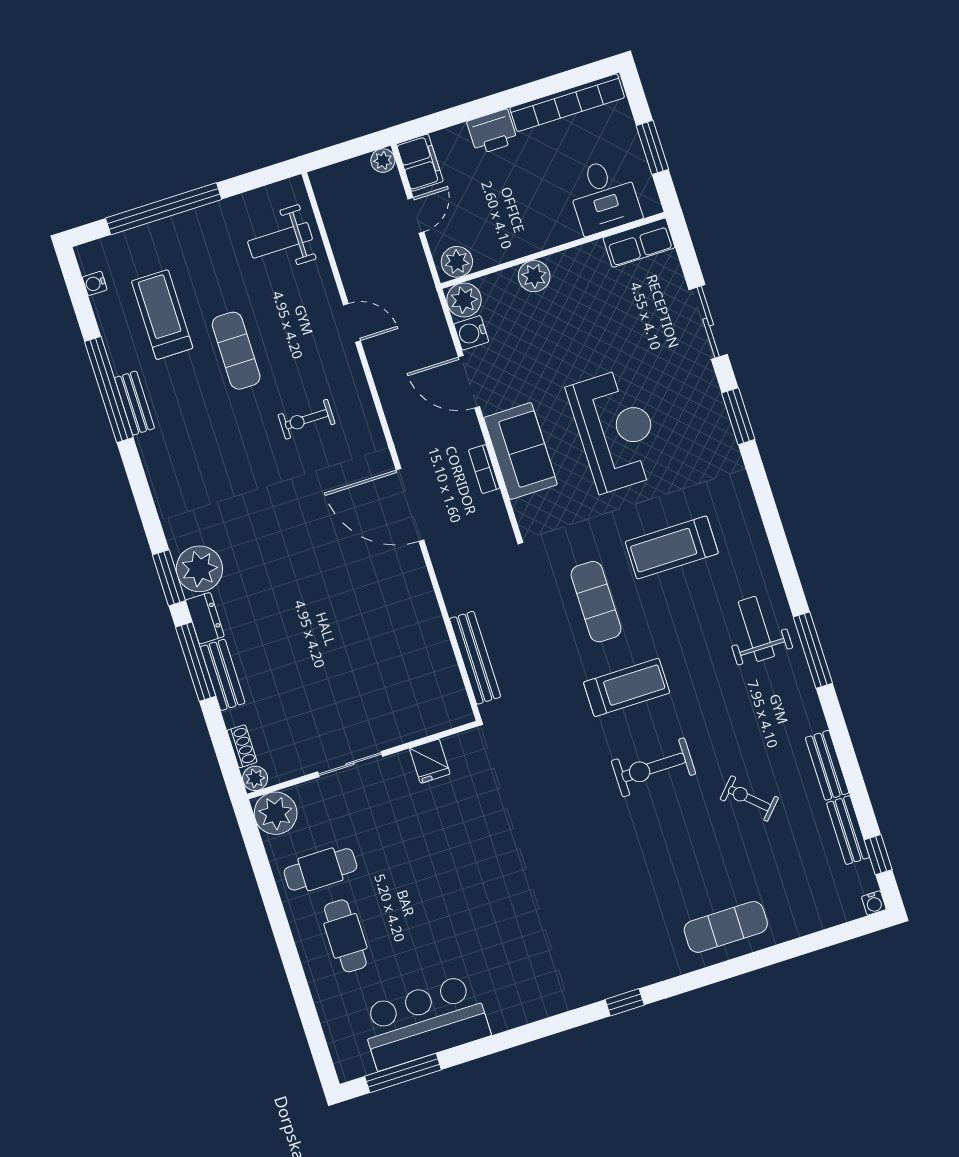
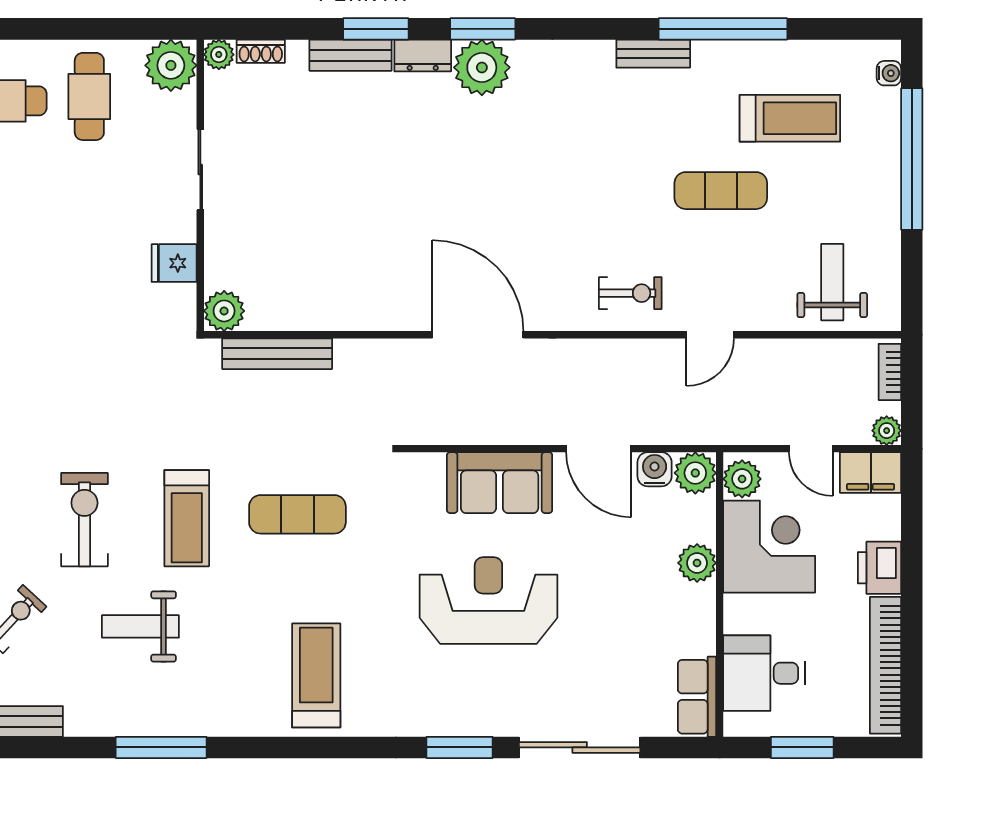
corner desk: (503, 224) -> (769, 547), added
water cooler: (95, 283) -> (889, 73), moved, turned 90
sliding door: (708, 322) -> (580, 747), width x1.37
door: (469, 382) -> (599, 449), swing flipped
bench: (134, 403) -> (653, 54), moved
exercise bike: (307, 419) -> (630, 293), moved, turned 90
reception desk: (616, 430) -> (488, 601), turned 180
bookcase: (484, 469) -> (890, 372), moved, turned -90
door: (410, 505) -> (478, 335), hinge flipped
treadmill: (672, 548) -> (316, 675), moved
weight bench: (756, 629) -> (140, 626), moved, turned 180
window: (196, 662) -> (376, 29), width x0.69
plant: (455, 710) -> (224, 311), added

